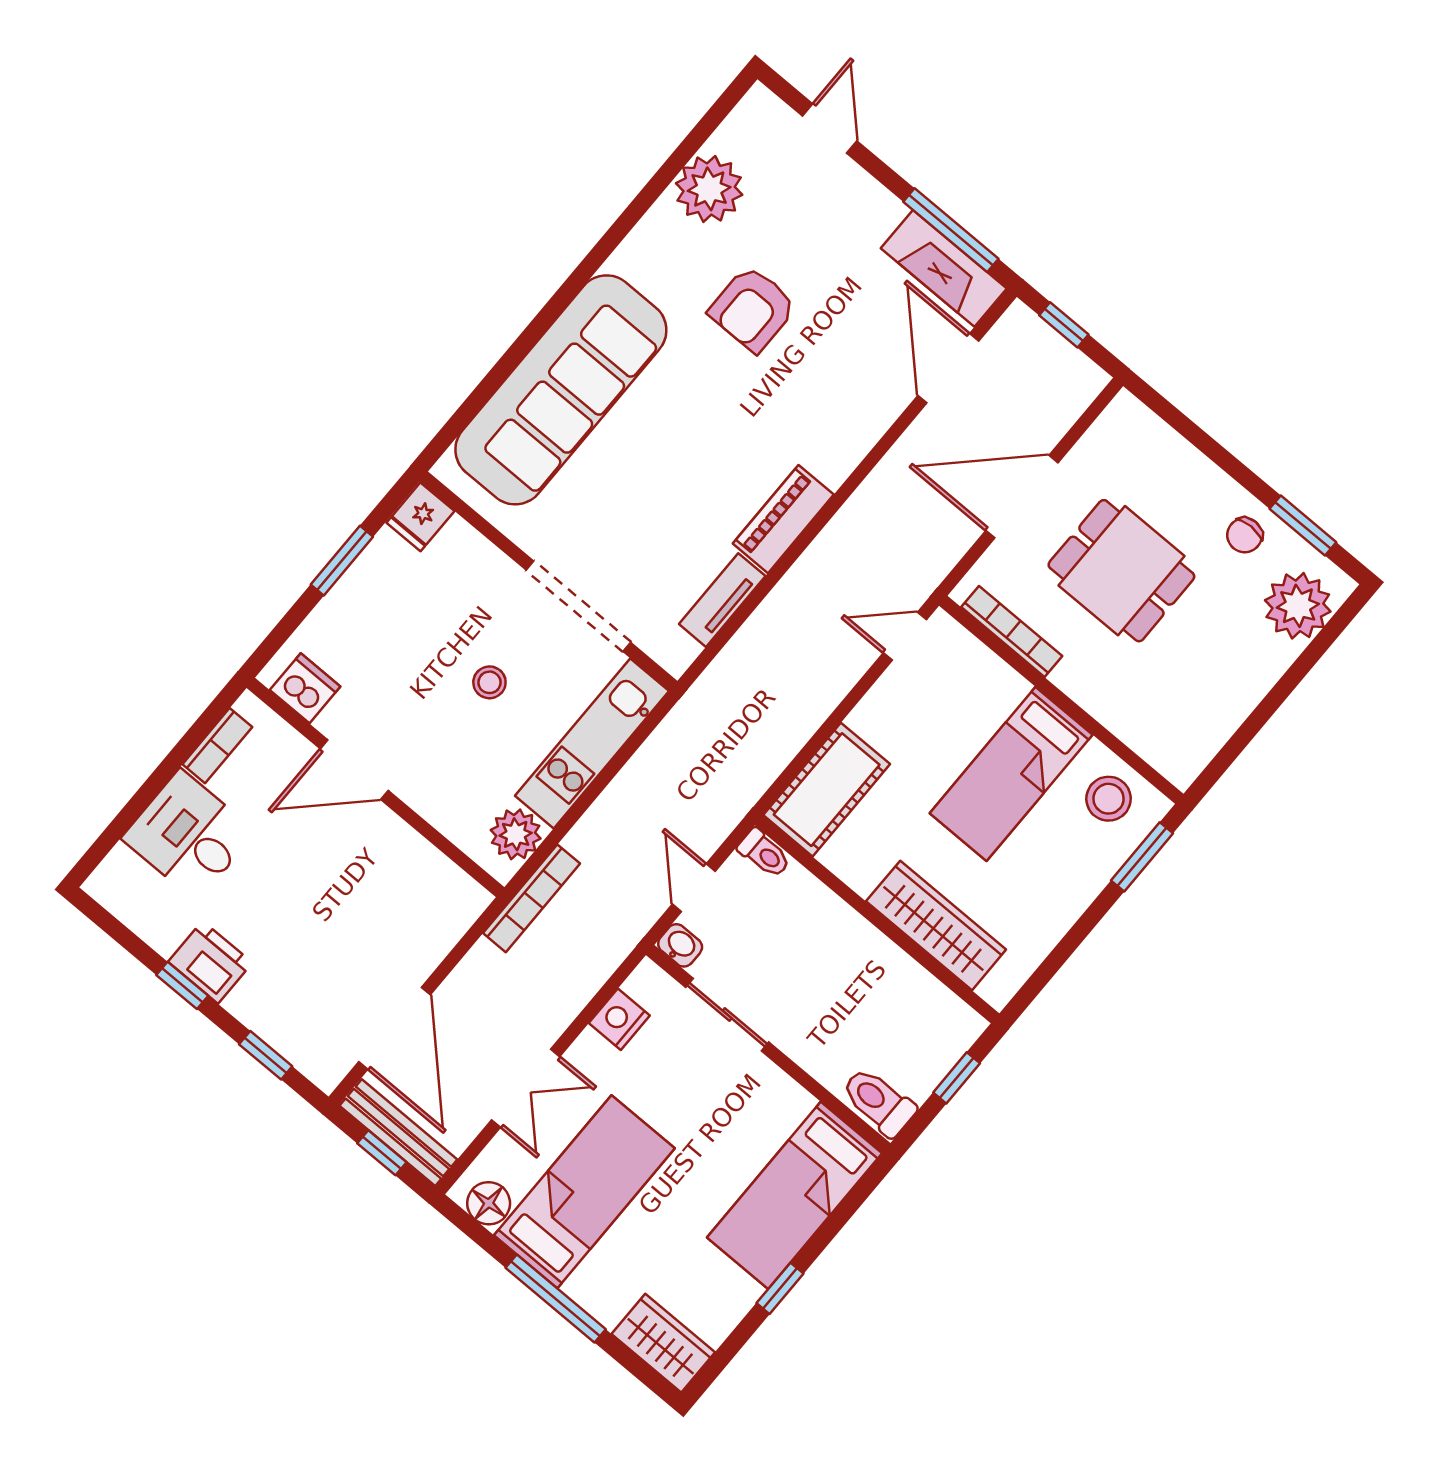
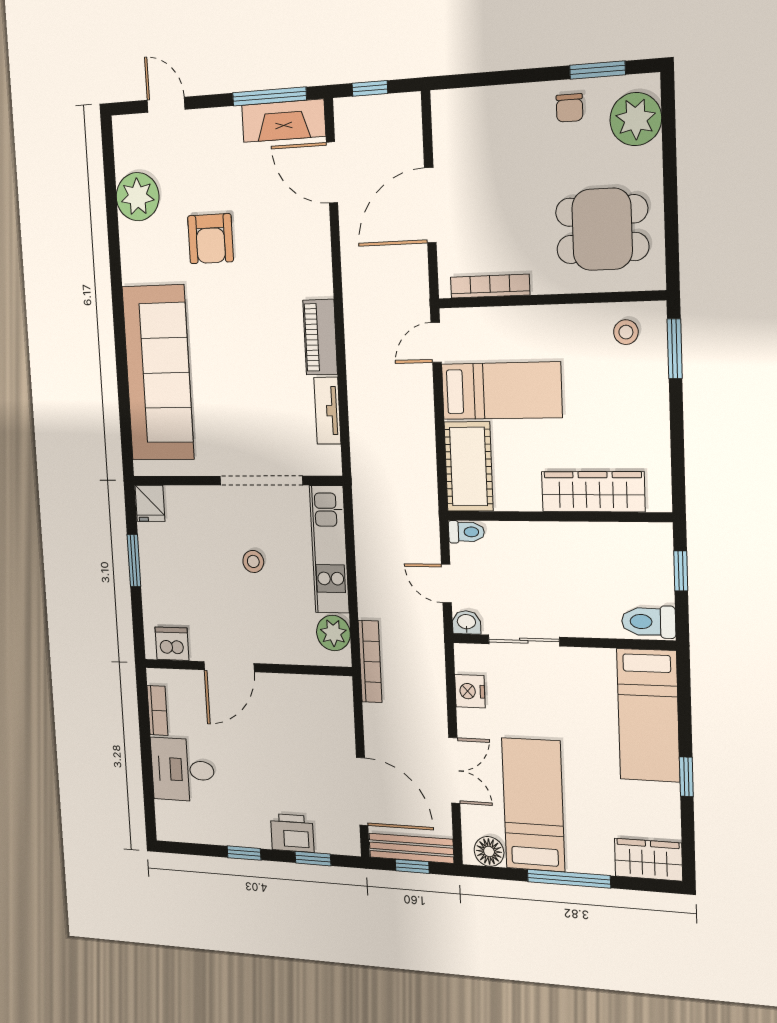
dining table: (1121, 571) -> (602, 229), moved
bed: (1011, 774) -> (501, 391), moved, turned -90
stool: (1109, 799) -> (626, 332), width x0.73, depth x0.73
printer: (210, 962) -> (292, 833), moved

